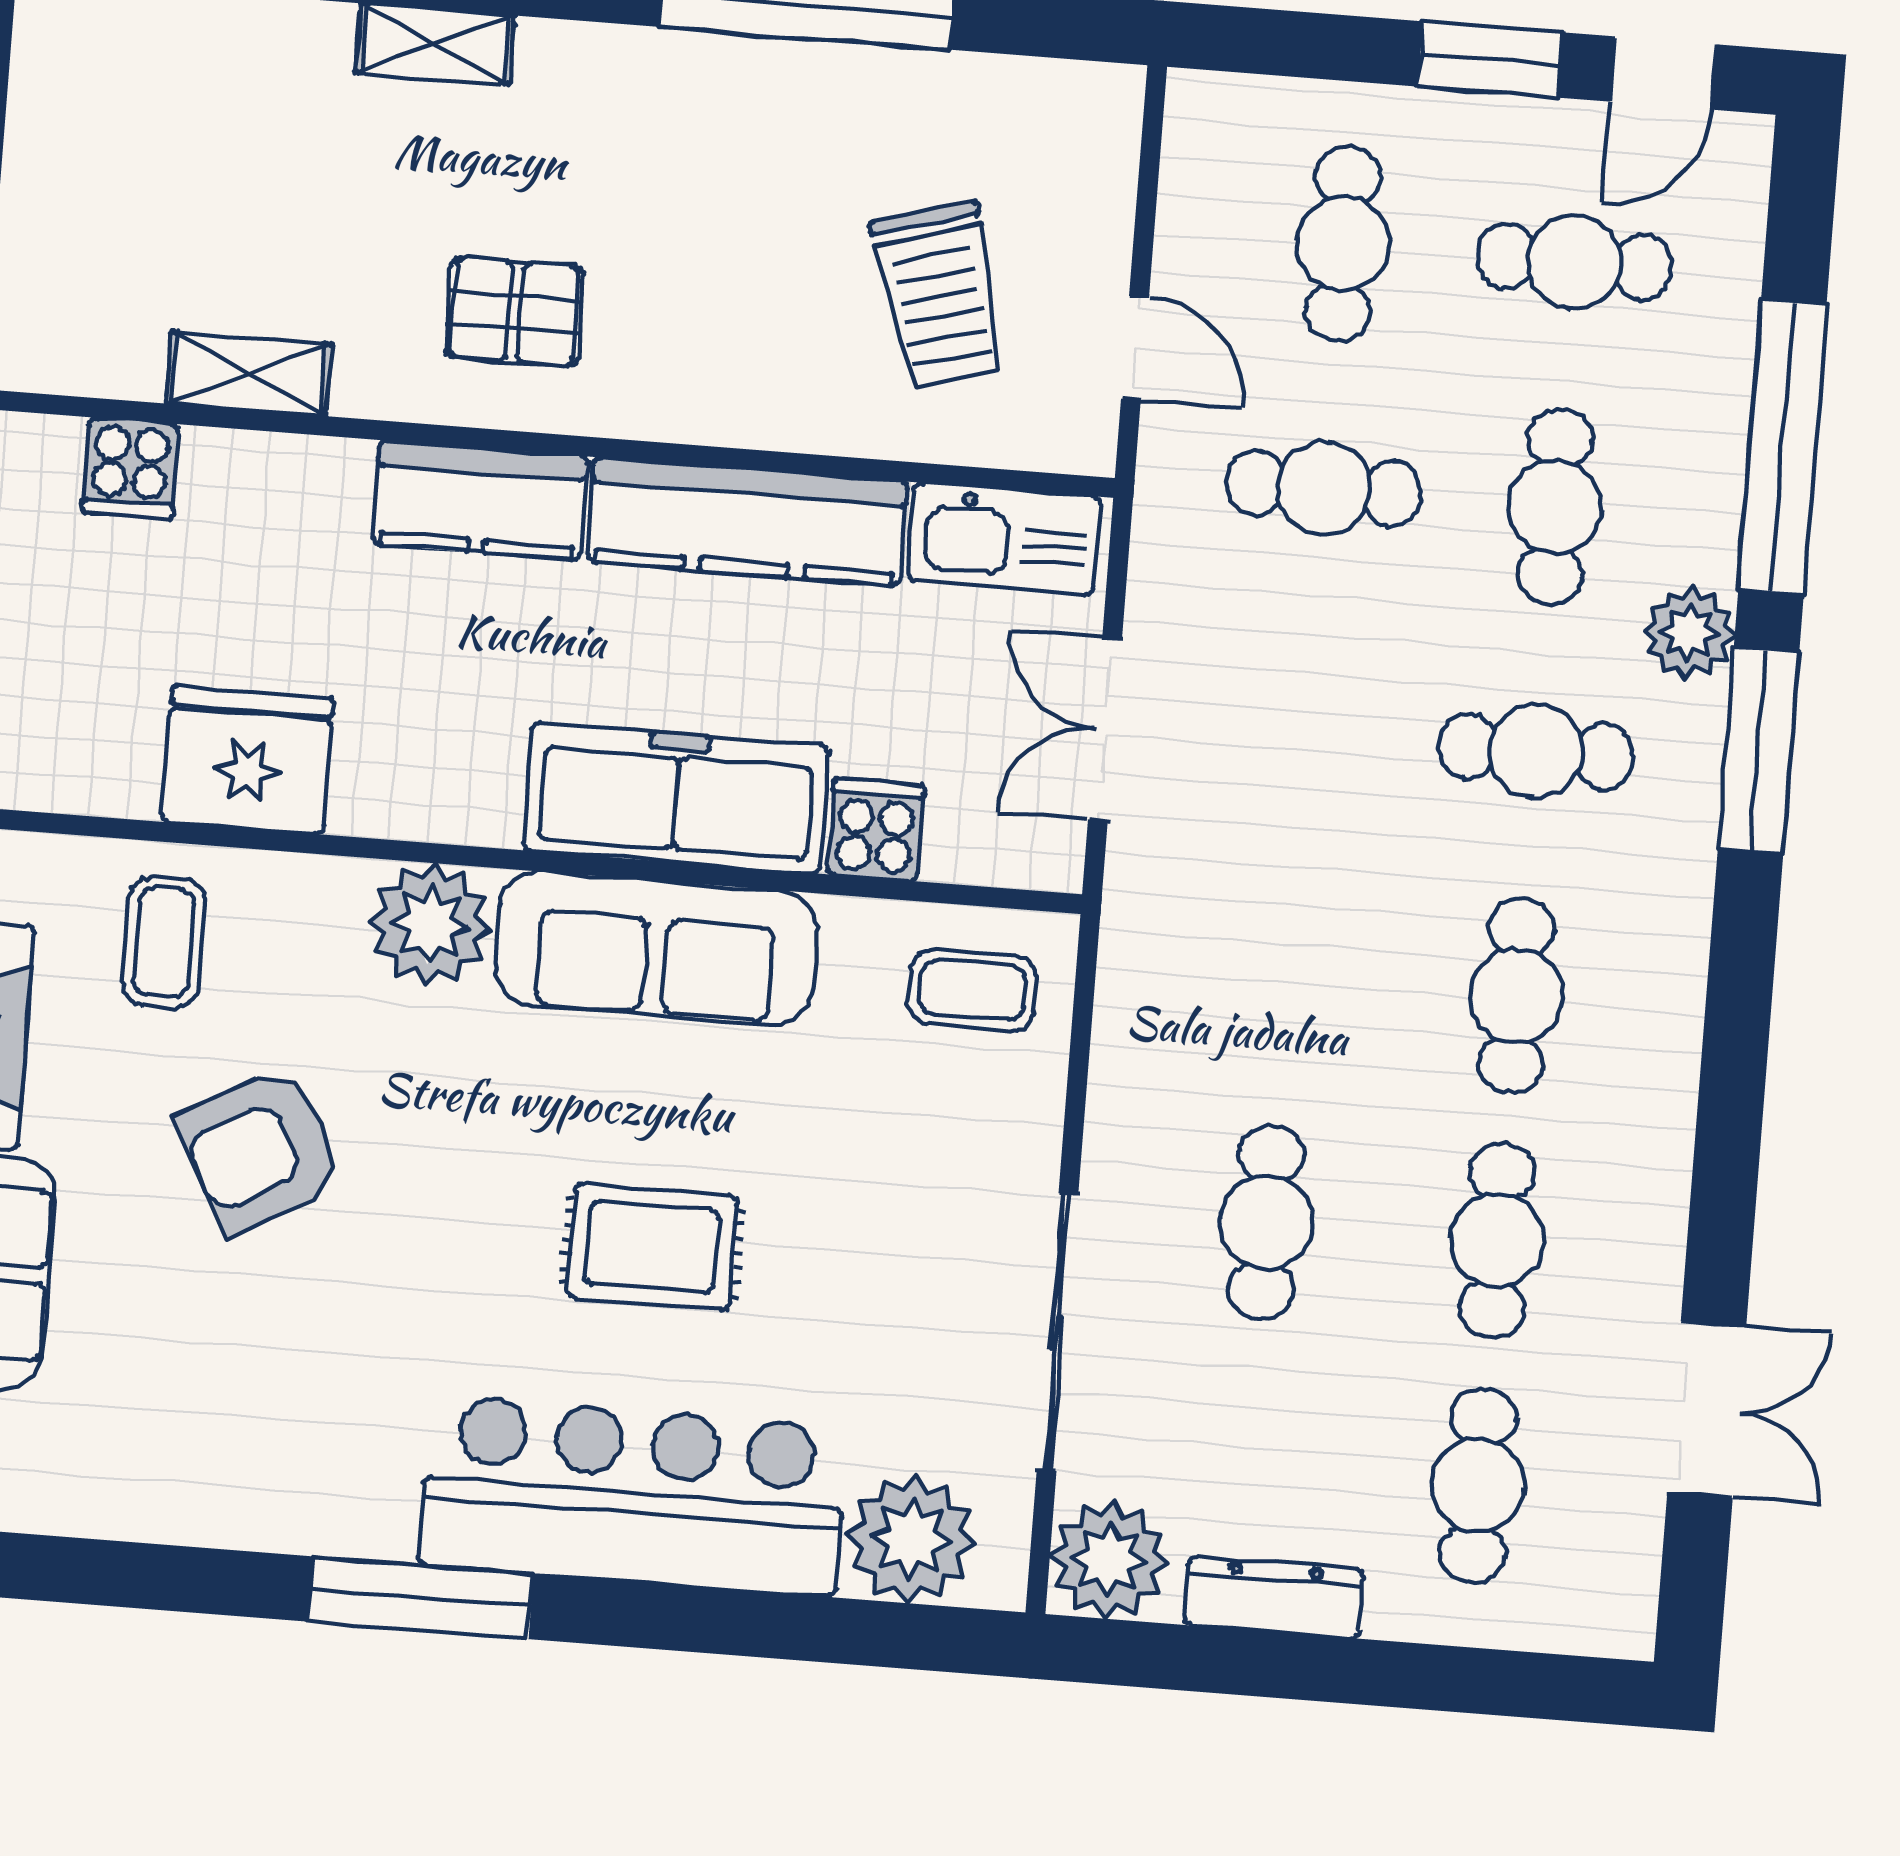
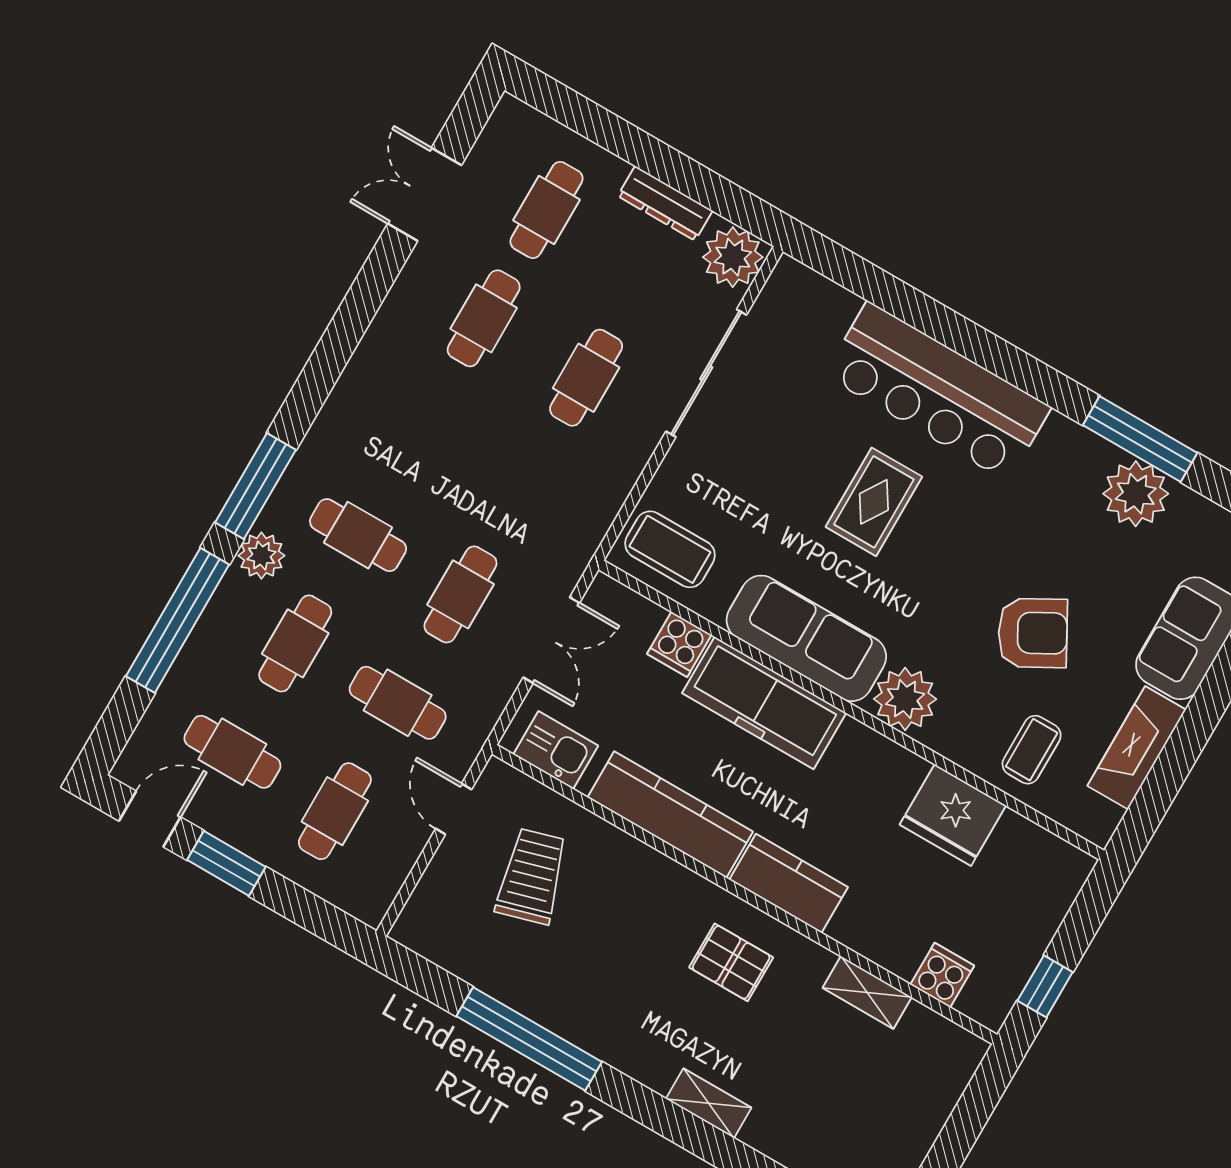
kitchen sink: (1004, 539) -> (556, 750), width x0.73
coffee table: (972, 990) -> (670, 549), width x1.36, depth x1.30
cafe table: (1516, 996) -> (460, 594), moved
rug: (652, 1247) -> (874, 502), turned 90
plant: (911, 1539) -> (1136, 494), moved
window: (420, 1598) -> (1140, 439), moved

